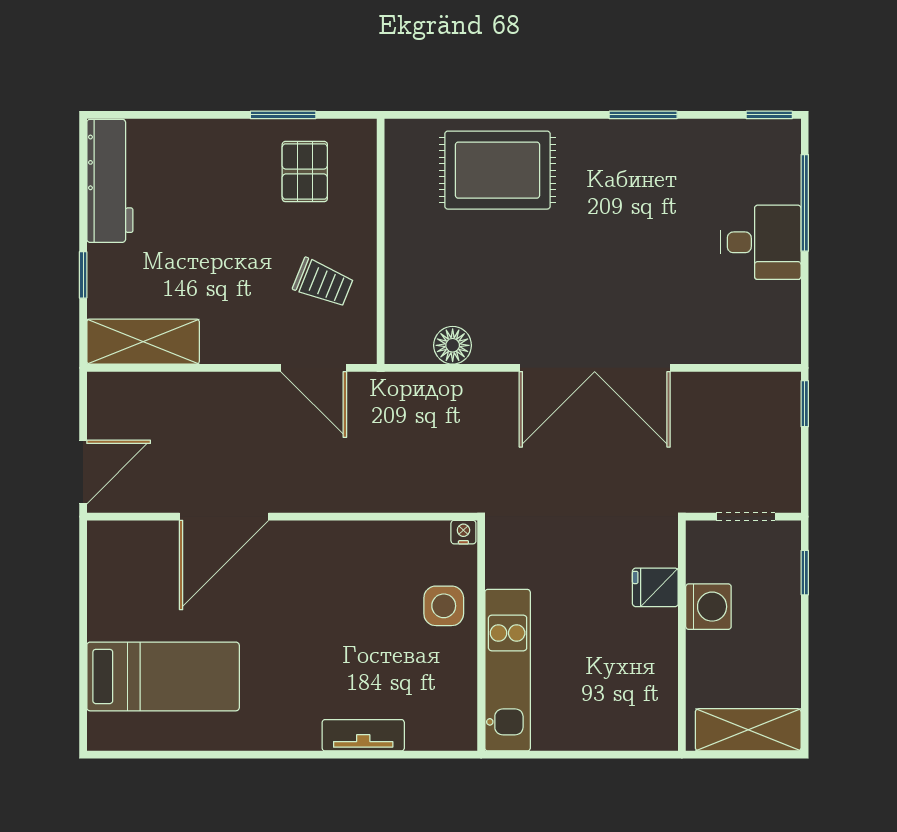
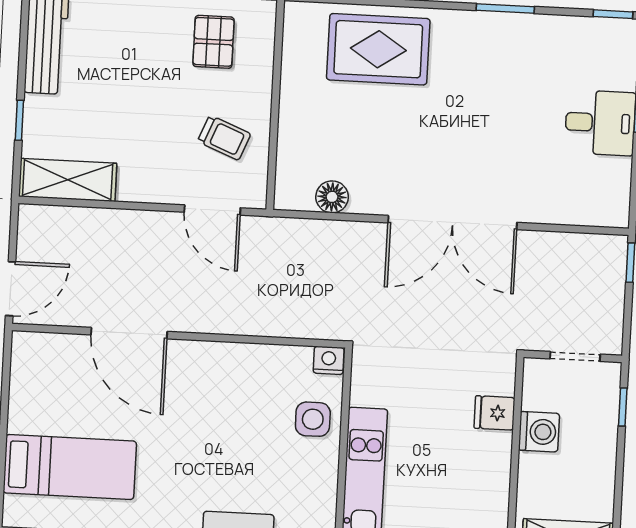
door: (224, 517) -> (129, 333), hinge flipped
nightstand: (463, 532) -> (329, 360), width x1.39, depth x1.35

